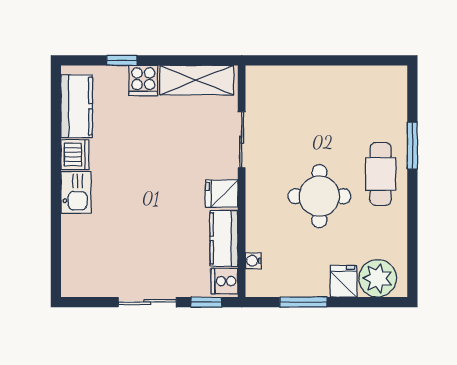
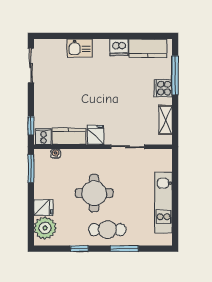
window: (122, 60) -> (175, 75), width x2.17
shelving: (197, 80) -> (166, 120), width x0.67, depth x0.75
kitchen unit: (335, 80) -> (164, 203), added
kitchen sink: (76, 192) -> (79, 48), moved
window: (412, 221) -> (79, 249), added
sliding door: (147, 302) -> (31, 66), moved
window: (303, 302) -> (31, 169), moved

